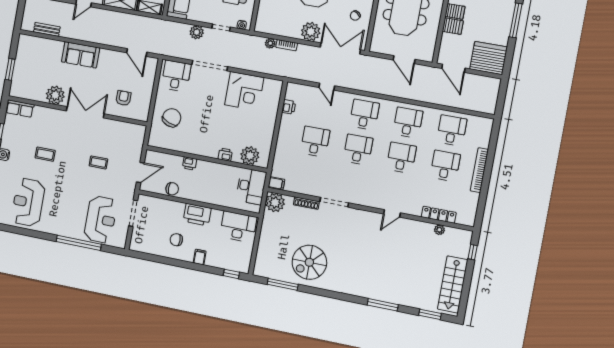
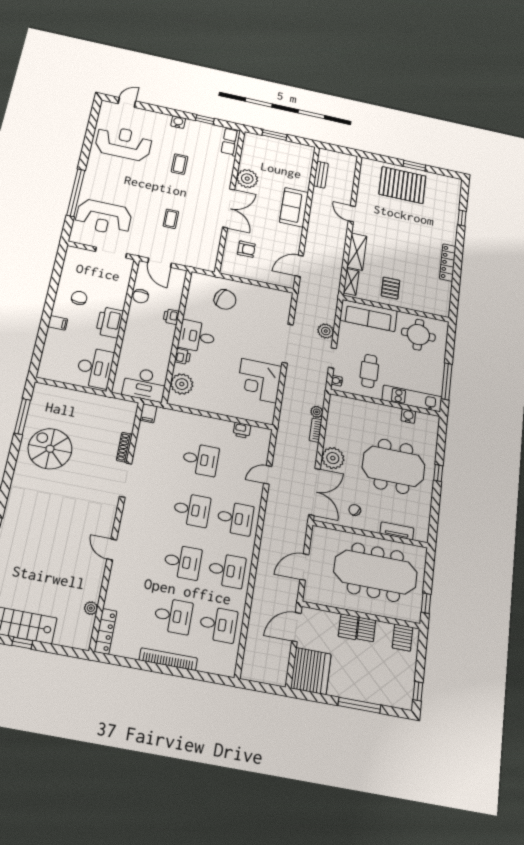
desk: (176, 76) -> (197, 336), moved, turned 180
plant: (275, 203) -> (125, 411), removed
locker: (439, 215) -> (106, 631), moved
window: (473, 252) -> (22, 643), moved
window: (231, 274) -> (36, 358), removed

